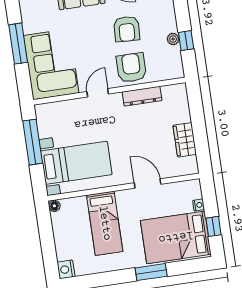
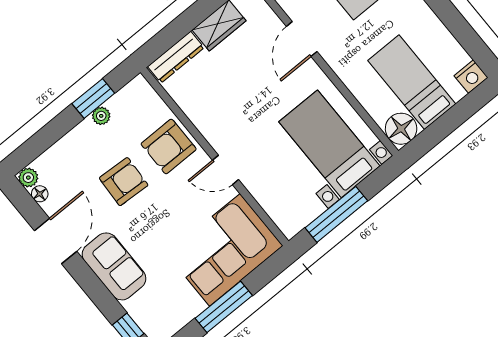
window: (186, 41) -> (93, 98), width x1.50
dresser: (142, 96) -> (176, 57), moved, turned 90
floor lamp: (54, 206) -> (401, 129), width x1.89, depth x1.89
bed: (105, 223) -> (412, 82), moved, turned -90

